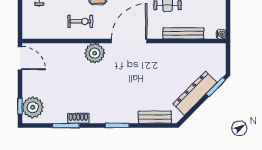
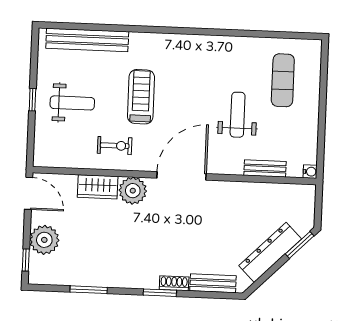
bench: (183, 33) -> (265, 169), width x0.73
wardrobe: (69, 51) -> (98, 187), added
plant: (33, 107) -> (44, 240), moved
shoe rack: (78, 118) -> (174, 283), moved

